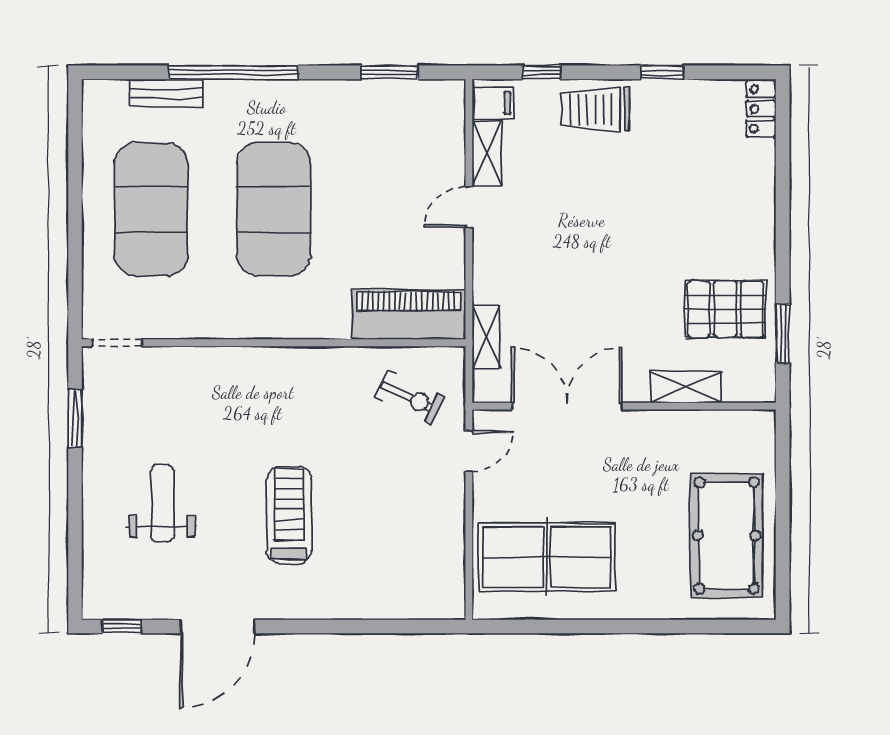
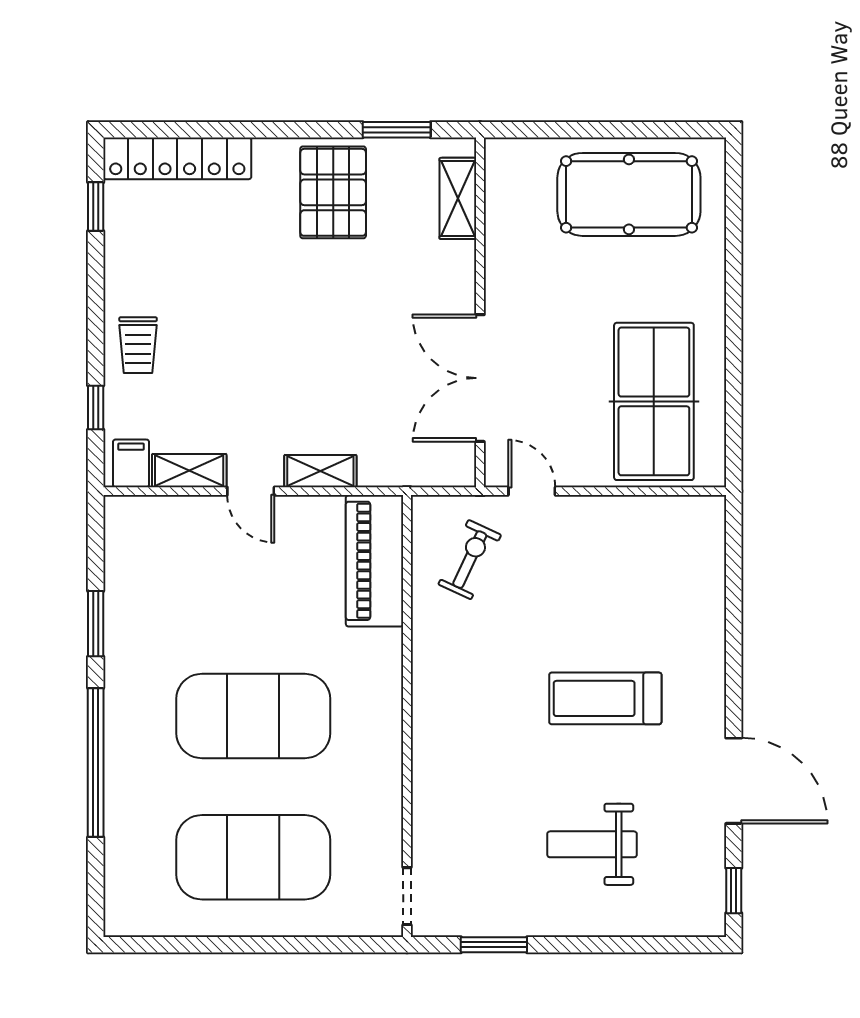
window: (390, 72) -> (96, 624), moved
window: (662, 72) -> (96, 207), moved
bench: (166, 93) -> (119, 840), removed
trolley: (596, 109) -> (138, 345), width x0.73, depth x0.72
locker: (761, 109) -> (177, 158), width x2.16, depth x1.21
pallet: (726, 309) -> (333, 192), moved
shelving: (486, 337) -> (320, 471), moved
shelving: (686, 387) -> (458, 198), moved

